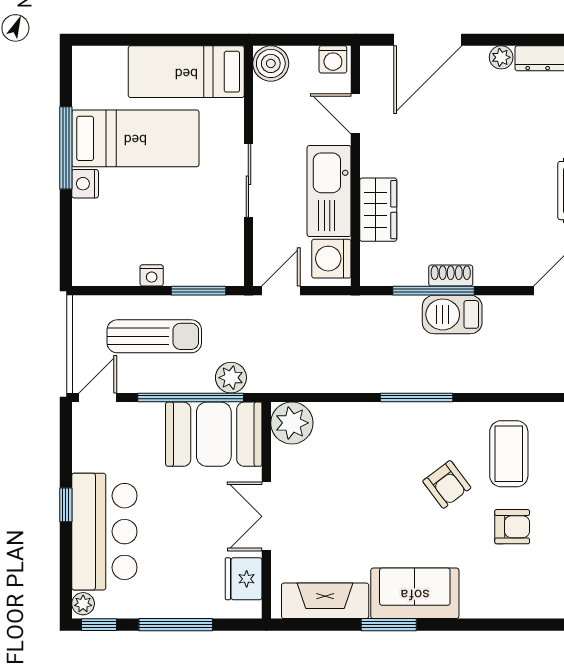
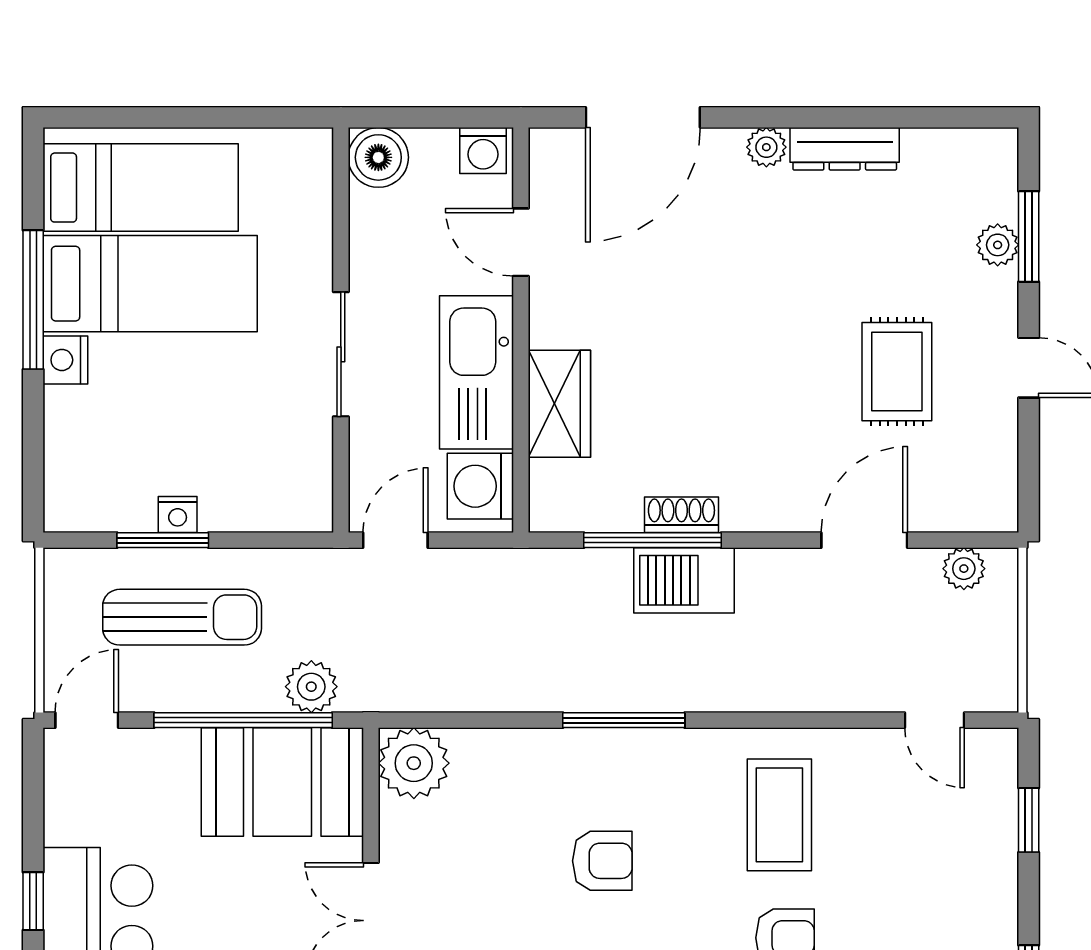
bed: (186, 72) -> (141, 188), moved, turned 180
window: (199, 291) -> (163, 540), moved
armchair: (447, 484) -> (602, 861), moved, turned -53

